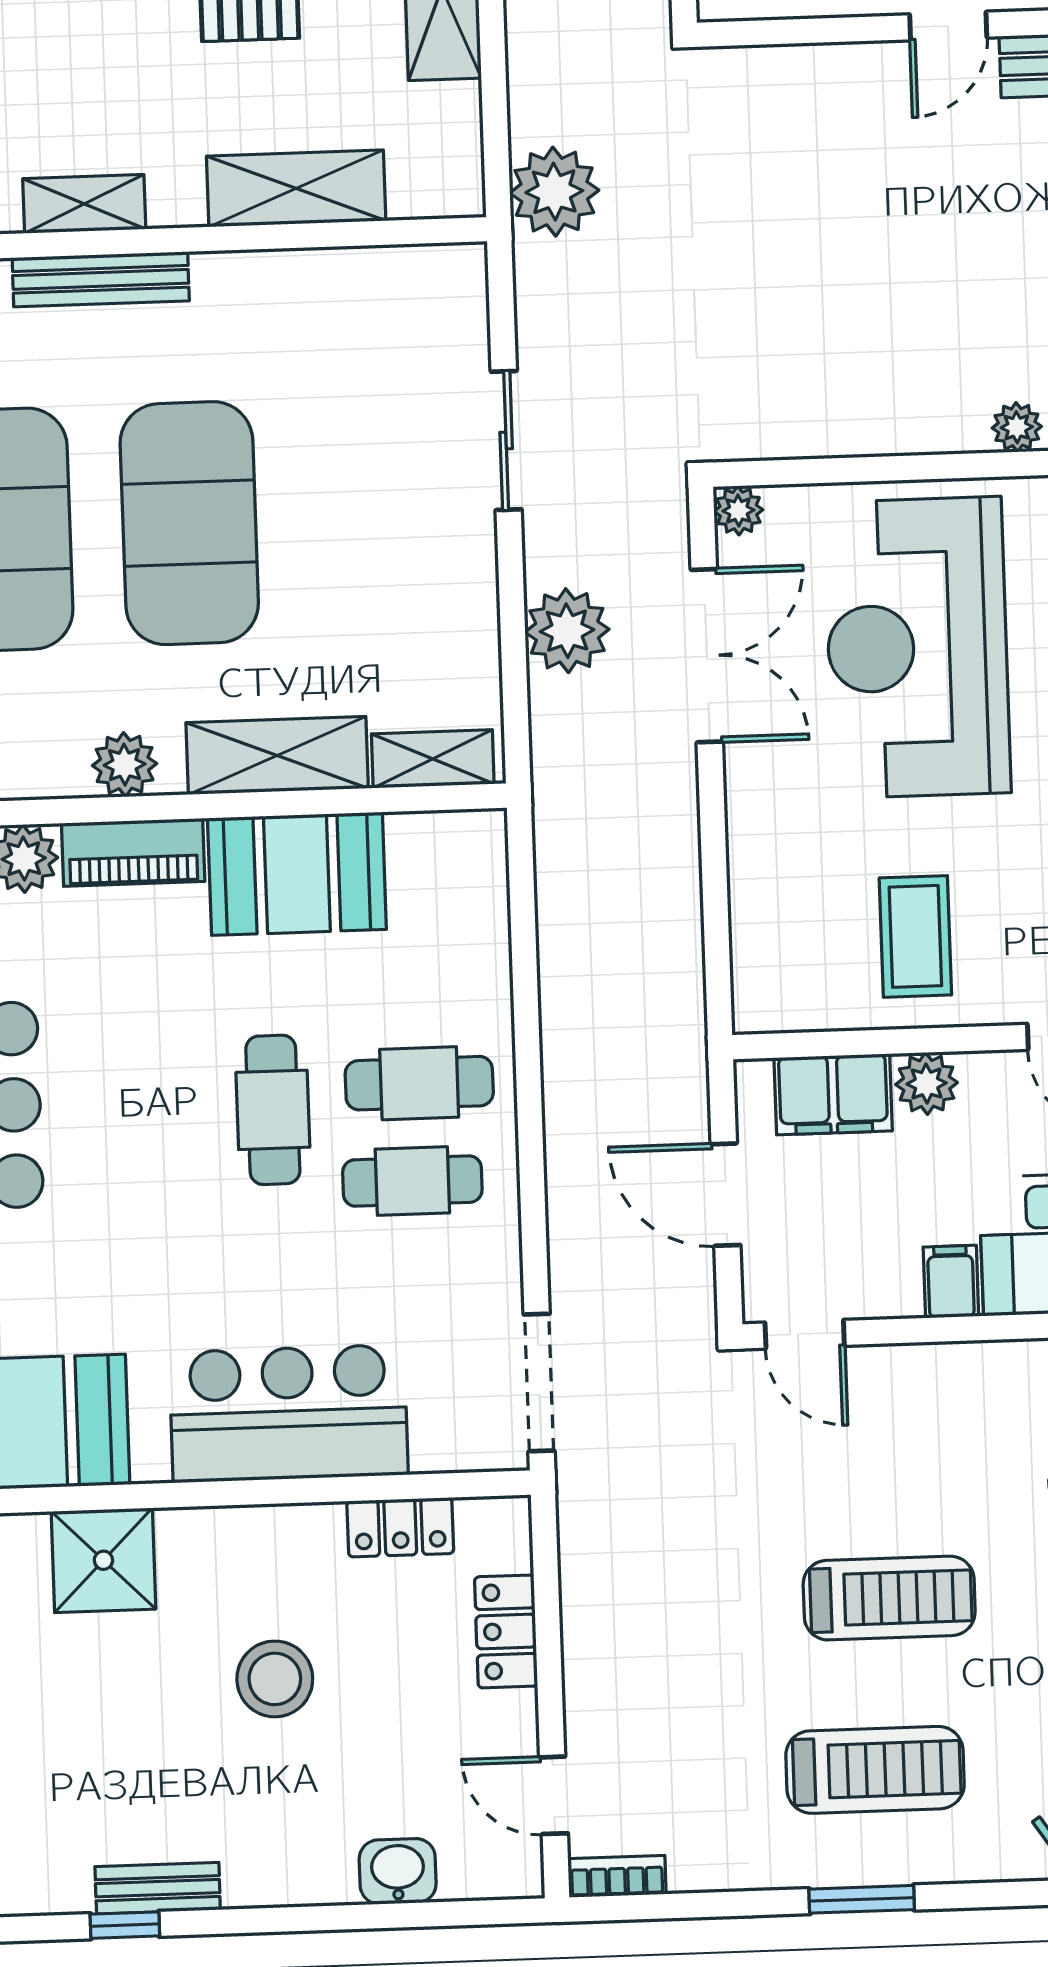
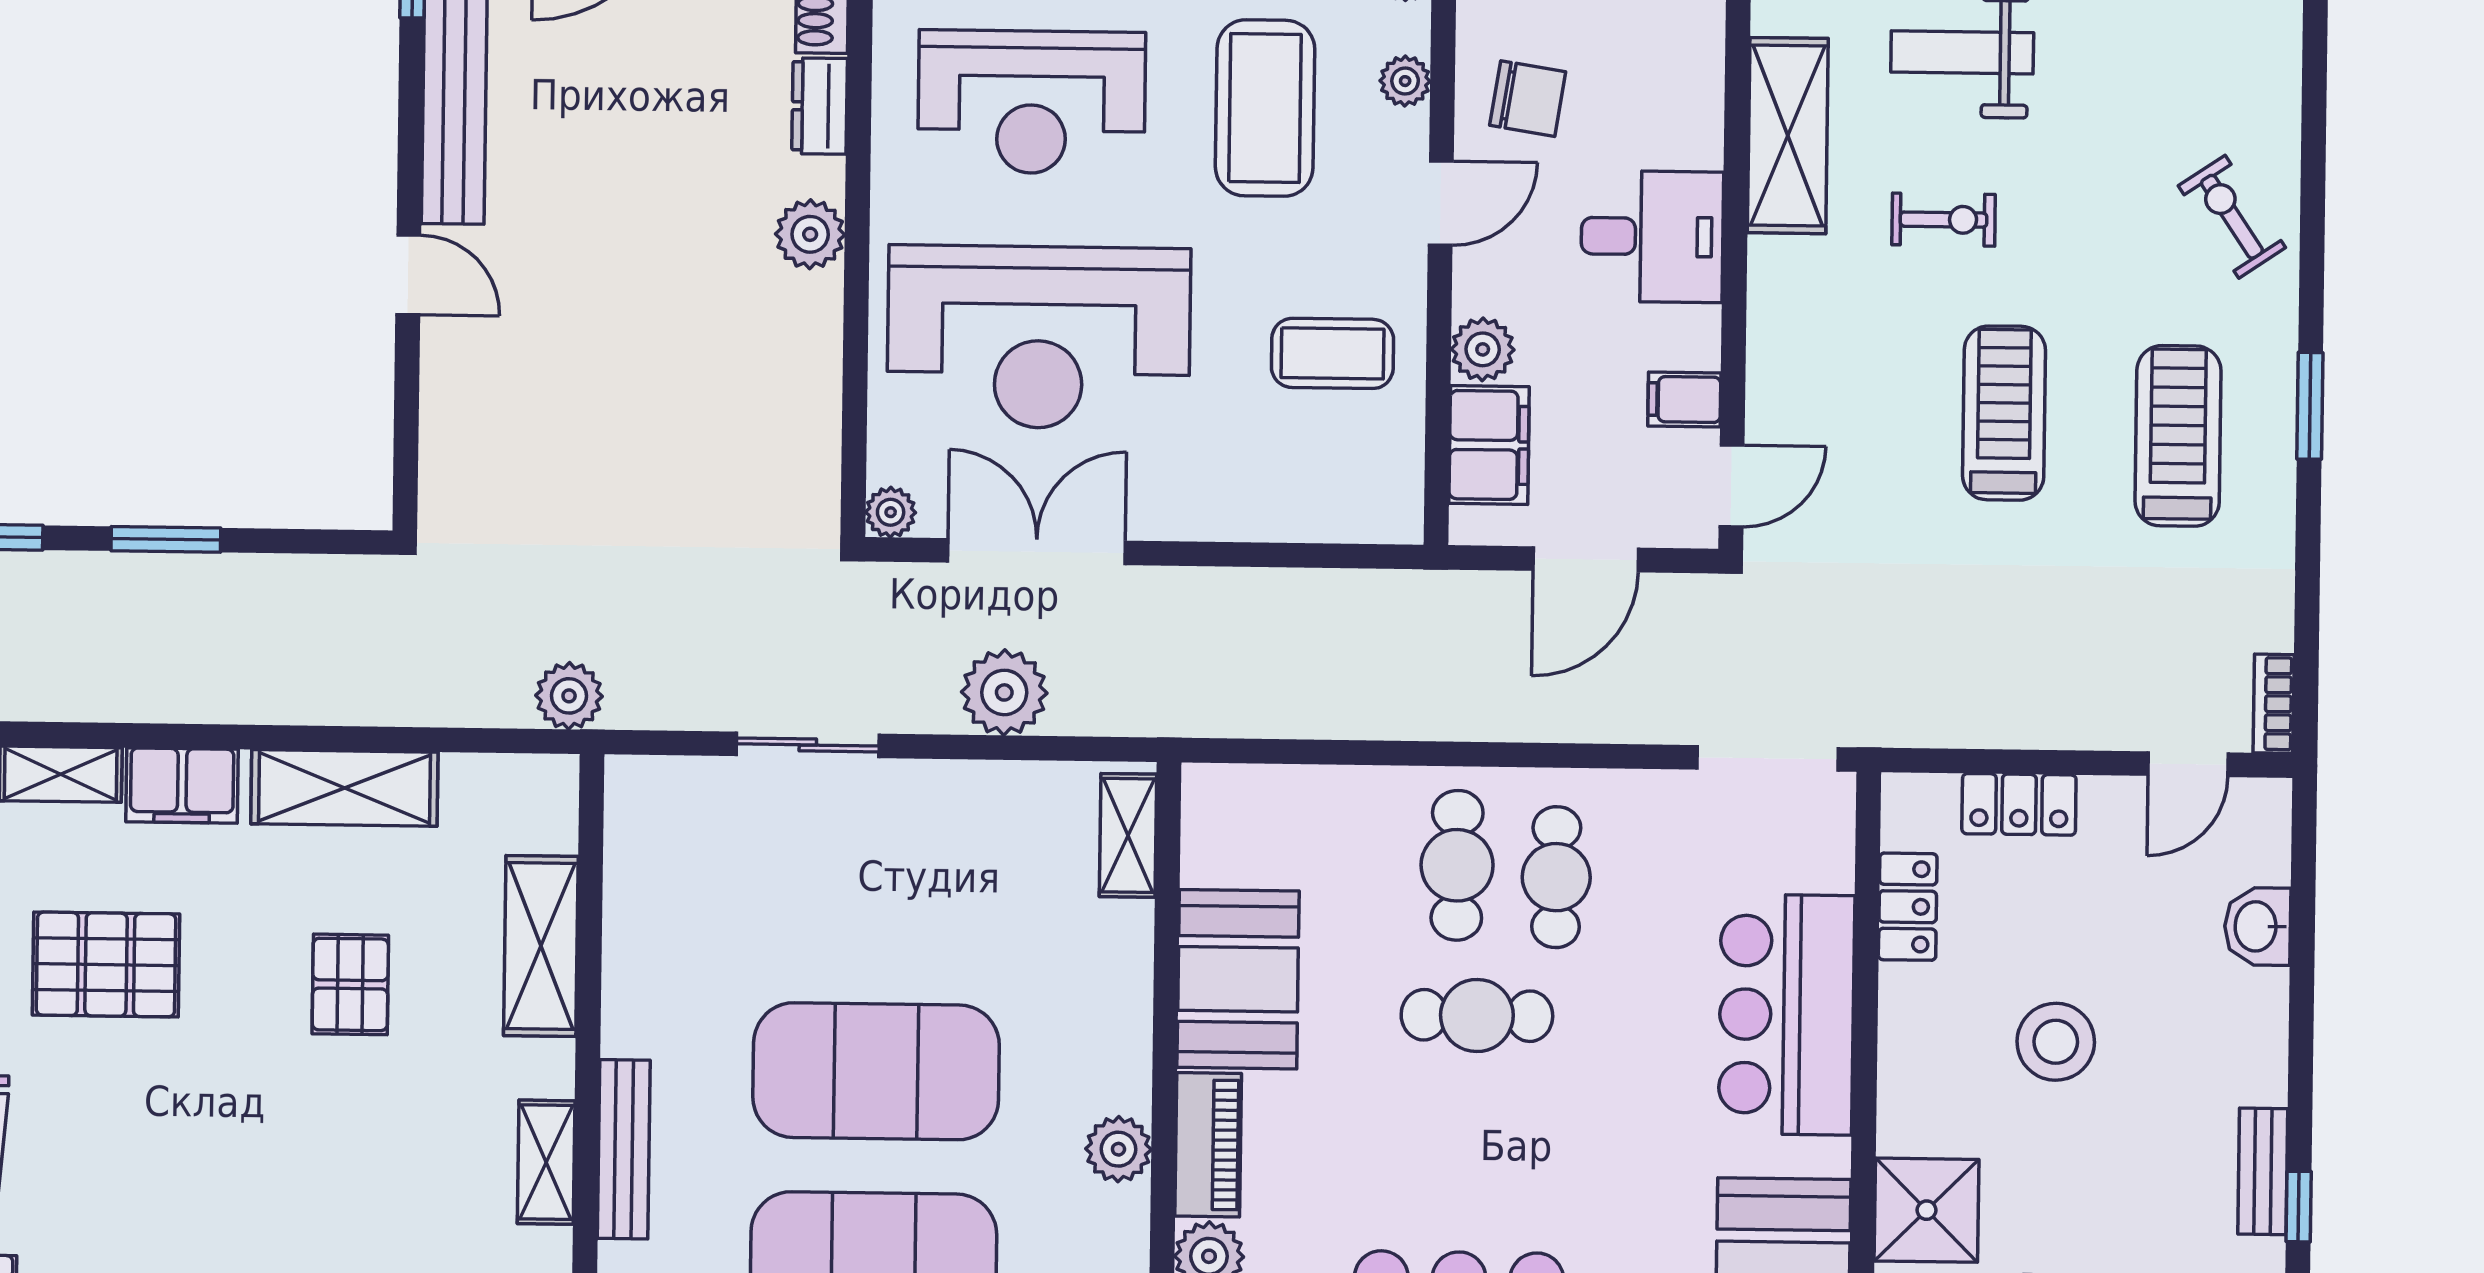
plant: (554, 192) -> (569, 696), width x0.73, depth x0.73
plant: (1017, 427) -> (810, 234), width x1.38, depth x1.38
shelving: (277, 756) -> (1117, 994), removed
filing cabinet: (951, 1282) -> (1684, 399), moved
window: (862, 1899) -> (2310, 406), moved

